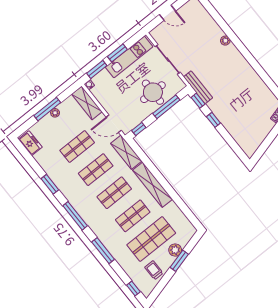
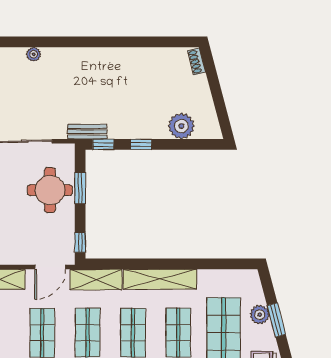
plant: (225, 41) -> (34, 54), moved
bench: (198, 87) -> (87, 132), width x0.73
window: (166, 107) -> (80, 188), width x0.69
plant: (239, 133) -> (181, 126), added

